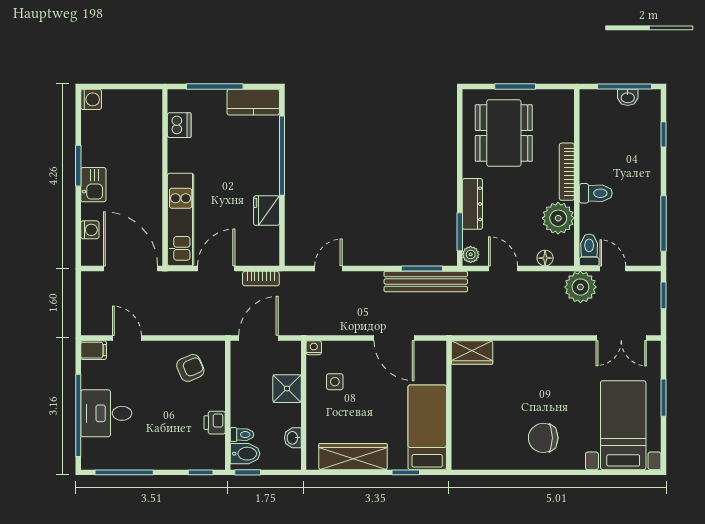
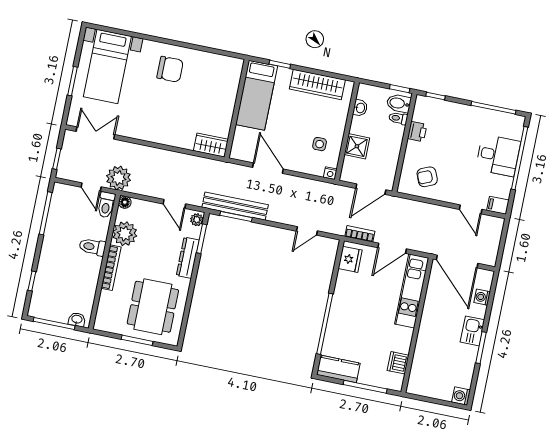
washbasin: (628, 97) -> (77, 319), moved
fridge: (266, 211) -> (350, 259), moved
floor lamp: (545, 258) -> (125, 202), moved

